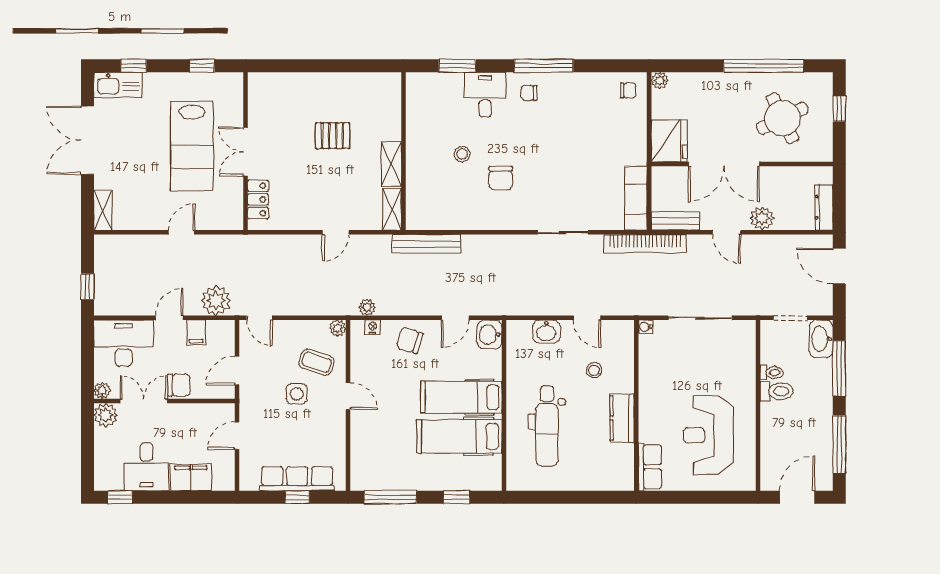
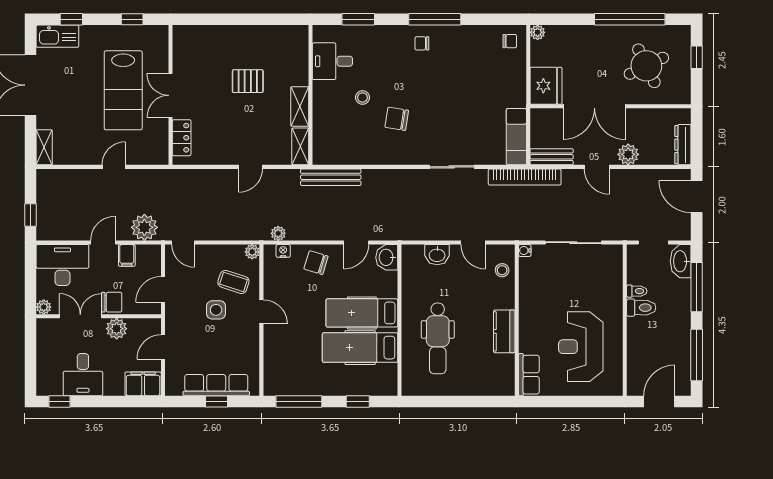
desk: (485, 95) -> (332, 61), moved, turned -90
chair: (501, 178) -> (397, 119), turned 99
stool: (594, 370) -> (502, 270), moved
plant: (106, 415) -> (117, 329), moved
filing cabinet: (191, 477) -> (143, 384), moved

